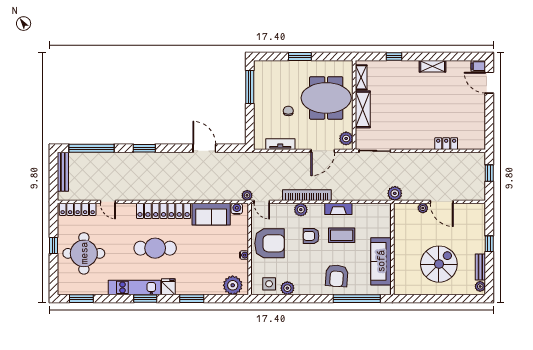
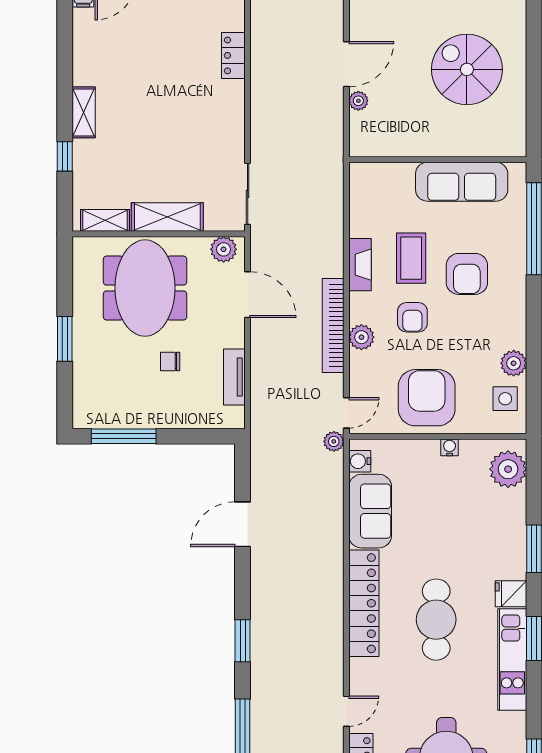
shelving: (433, 66) -> (84, 112), moved
plant: (395, 193) -> (330, 155), removed
armchair: (337, 276) -> (467, 274), moved, turned 86

